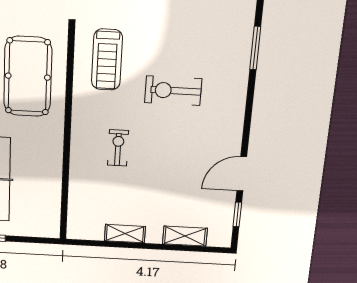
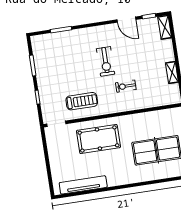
exercise bike: (173, 91) -> (106, 61), moved
shelving: (185, 236) -> (165, 27), moved

